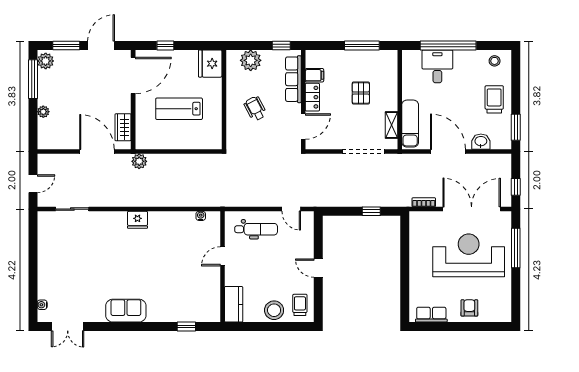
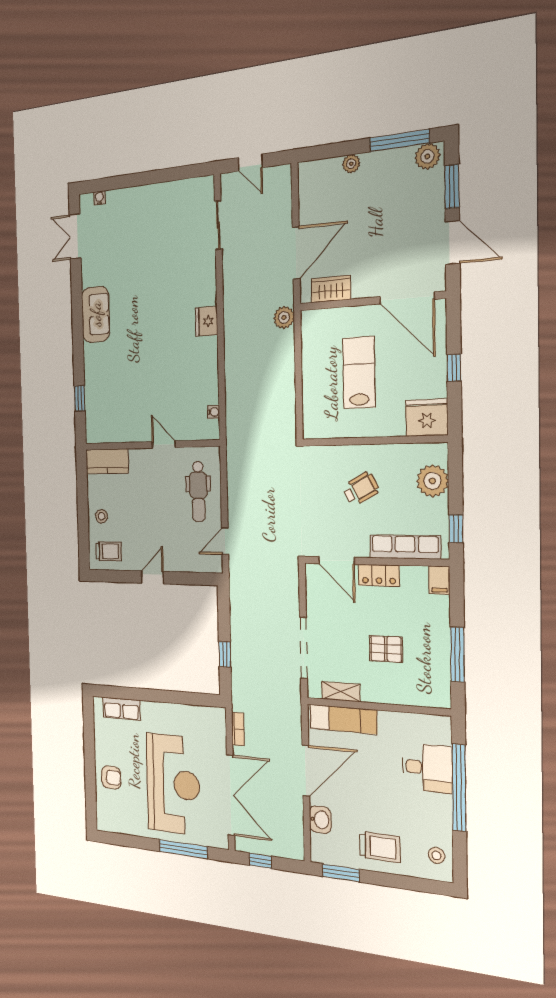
window: (165, 46) -> (454, 368), moved
filing cabinet: (314, 75) -> (439, 580), moved
stool: (274, 310) -> (102, 516), width x0.53, depth x0.53
row of seats: (431, 315) -> (121, 709), moved, turned 90

